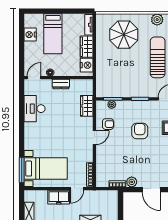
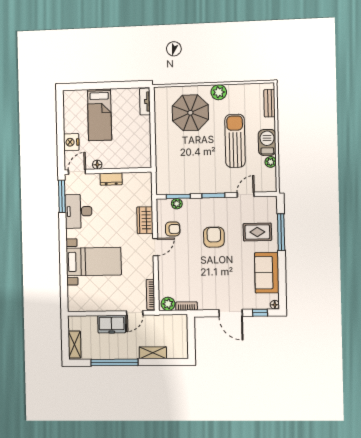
plant: (157, 20) -> (219, 92), moved
nightstand: (30, 35) -> (71, 142), moved
wardrobe: (87, 47) -> (143, 130), removed
nightstand: (87, 65) -> (143, 154), removed
wardrobe: (87, 106) -> (145, 220), moved
bed with nightstands: (46, 169) -> (94, 262), moved
window: (22, 170) -> (62, 196), moved
plant: (132, 182) -> (168, 304), moved

